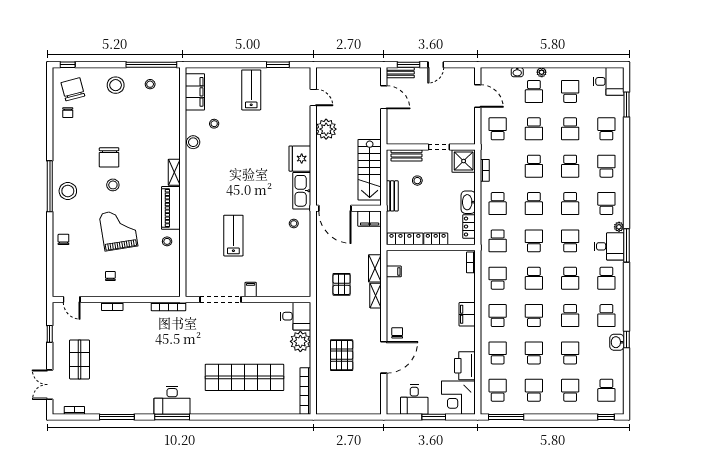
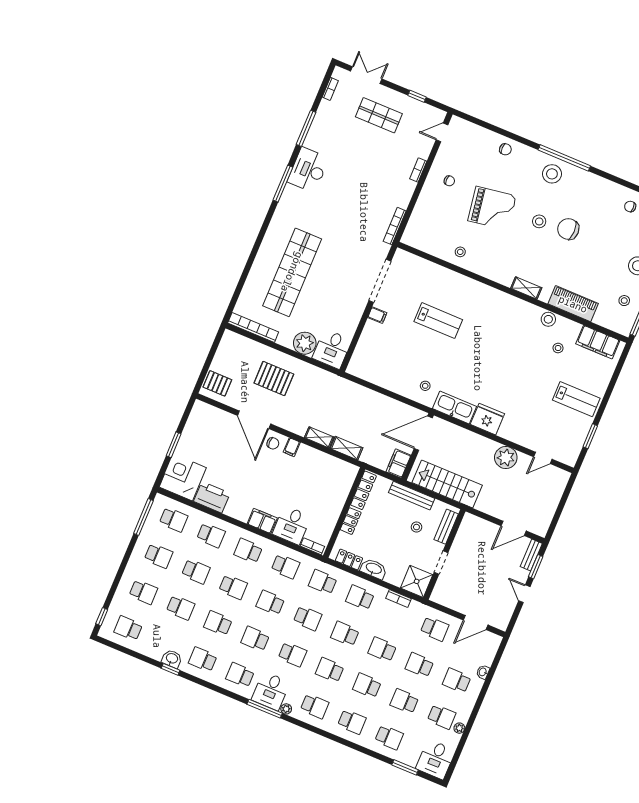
plant: (542, 72) -> (459, 728), moved
bench: (392, 196) -> (412, 496), width x1.36
piano: (171, 208) -> (573, 304), moved
filing cabinet: (394, 271) -> (292, 447), moved
pallet: (342, 284) -> (217, 383), moved
school desk: (498, 316) -> (248, 551), turned 180
desk: (172, 400) -> (308, 170), moved
desk: (414, 400) -> (292, 525), moved, turned -90

